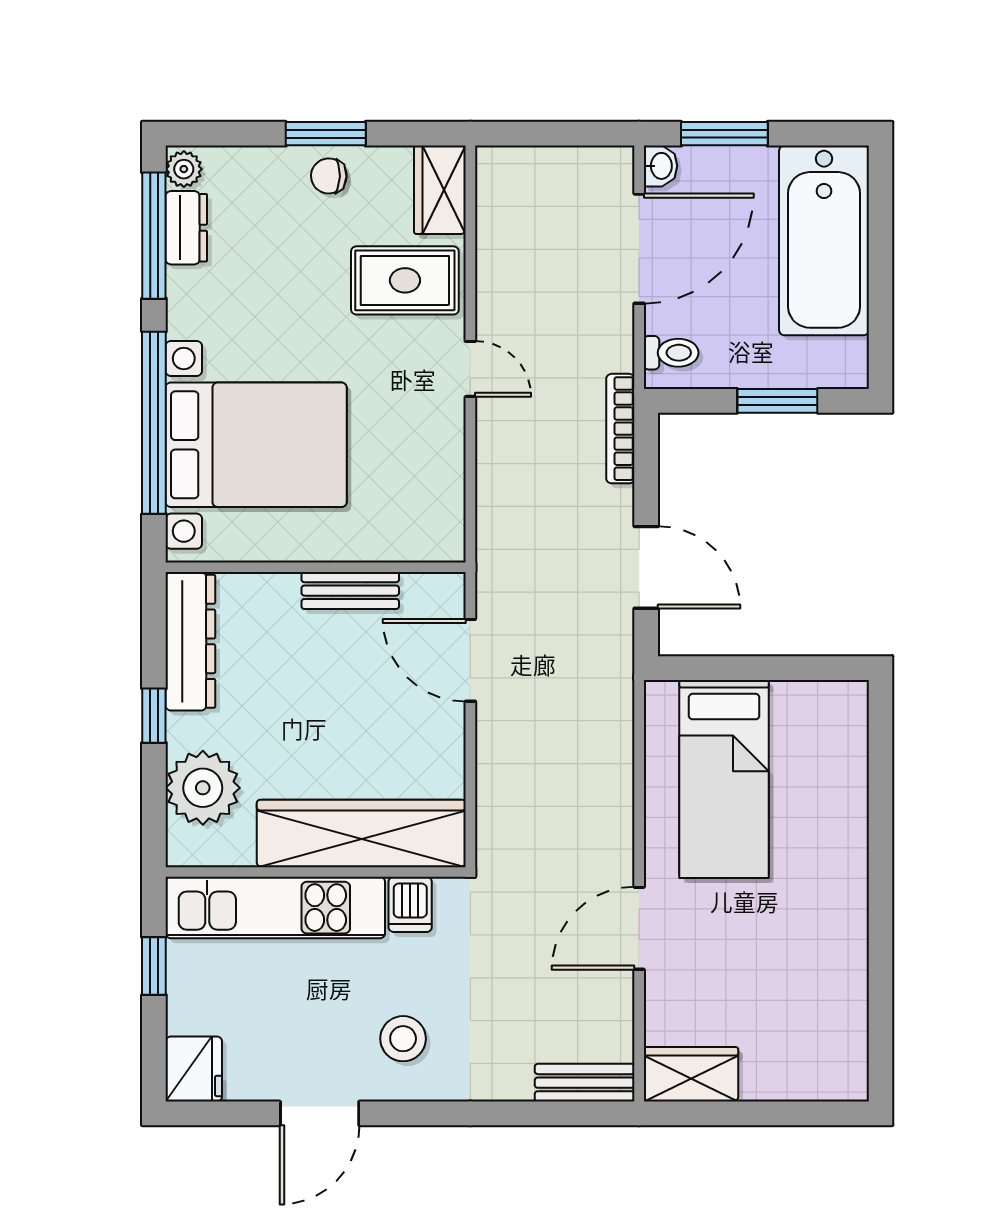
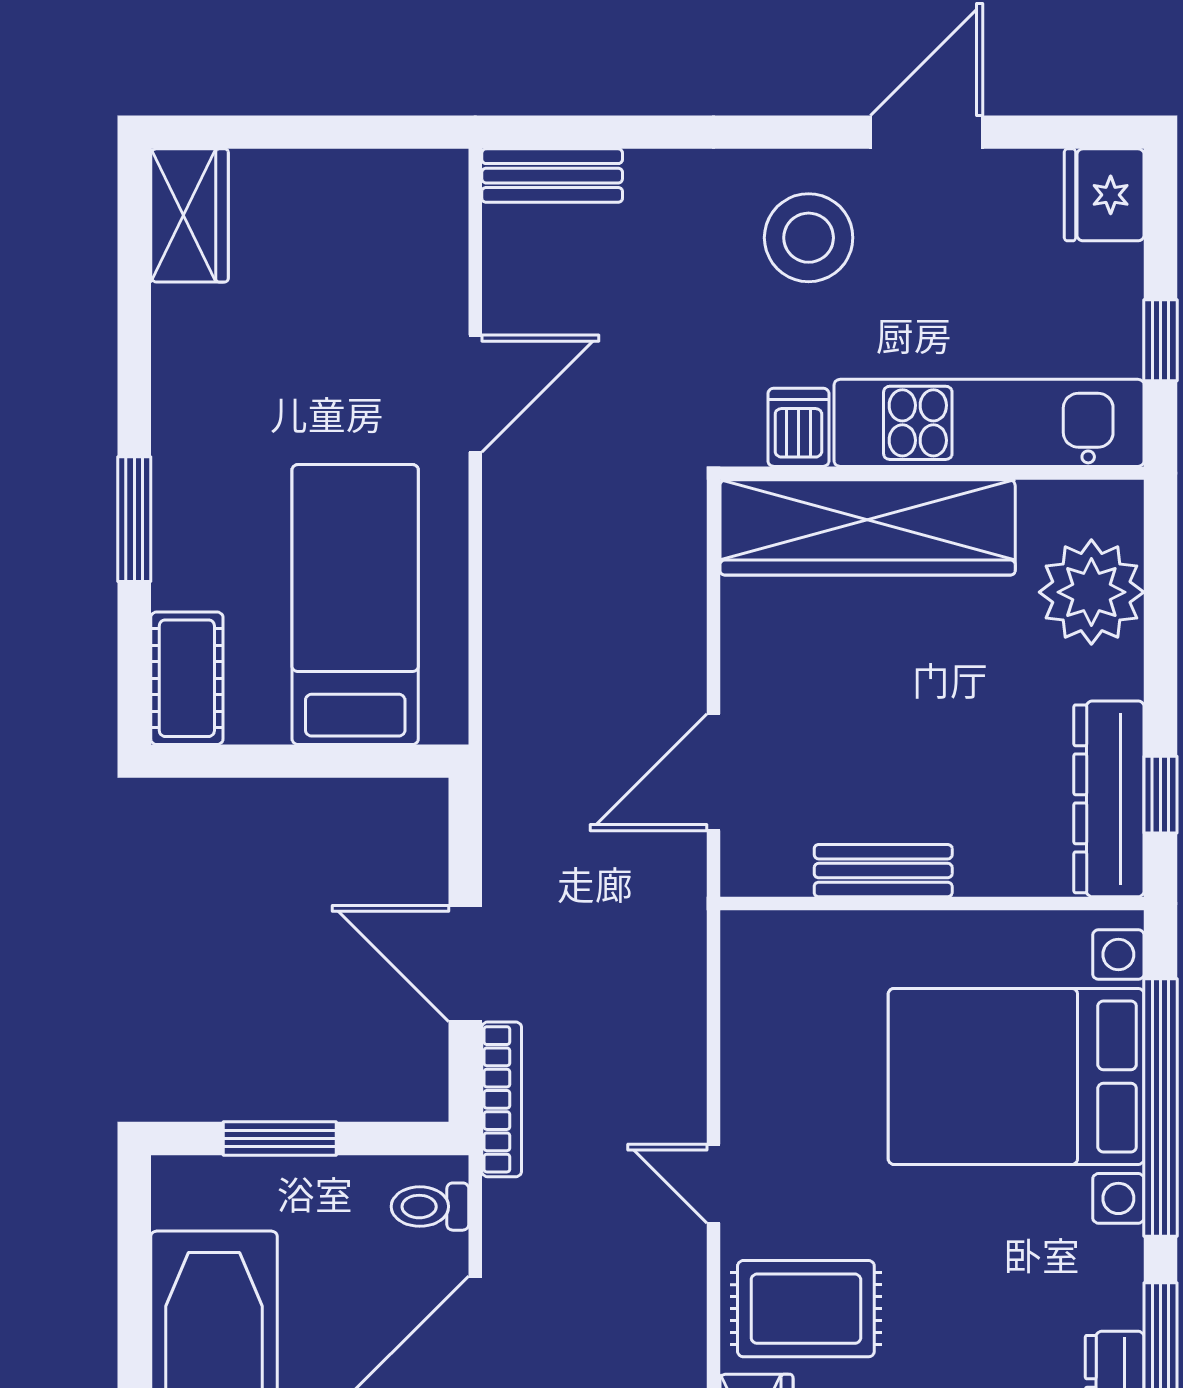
door: (646, 567) -> (465, 963), moved
door: (470, 660) -> (714, 772), swing flipped
window: (154, 716) -> (1160, 795), moved
cot: (843, 727) -> (187, 678), added
window: (880, 839) -> (134, 519), added
stool: (403, 1039) -> (809, 238), width x1.38, depth x1.38
wardrobe: (691, 1074) -> (189, 215), moved, turned -90

